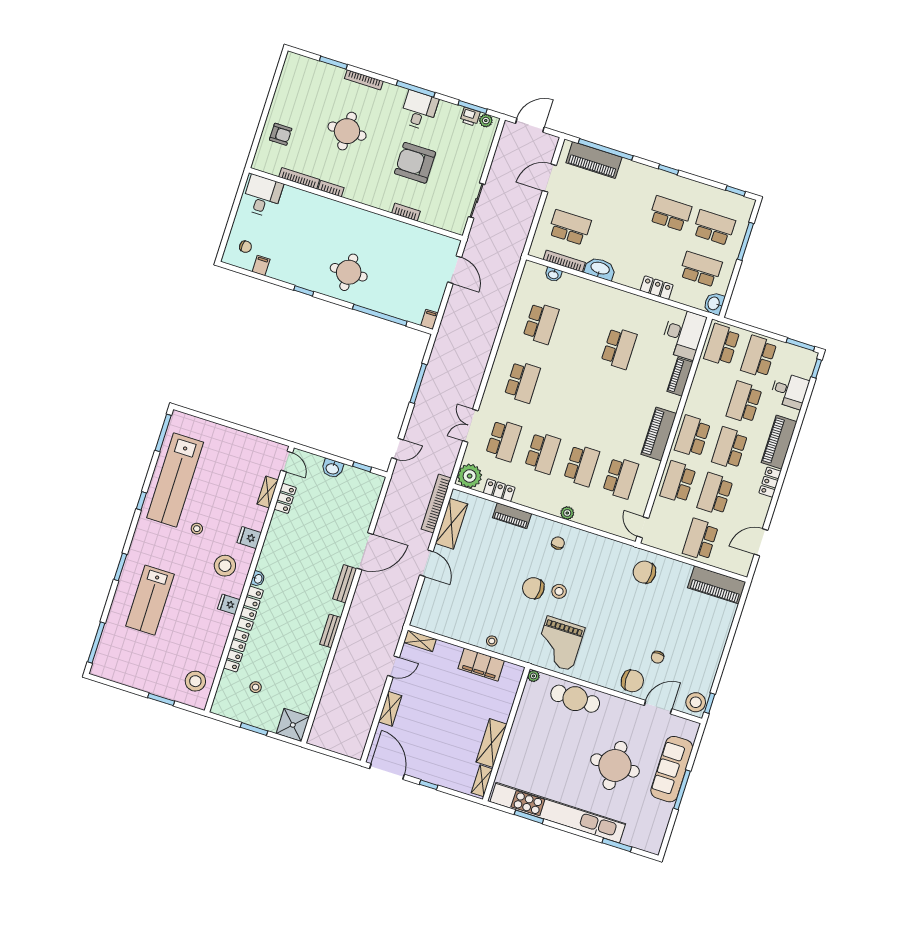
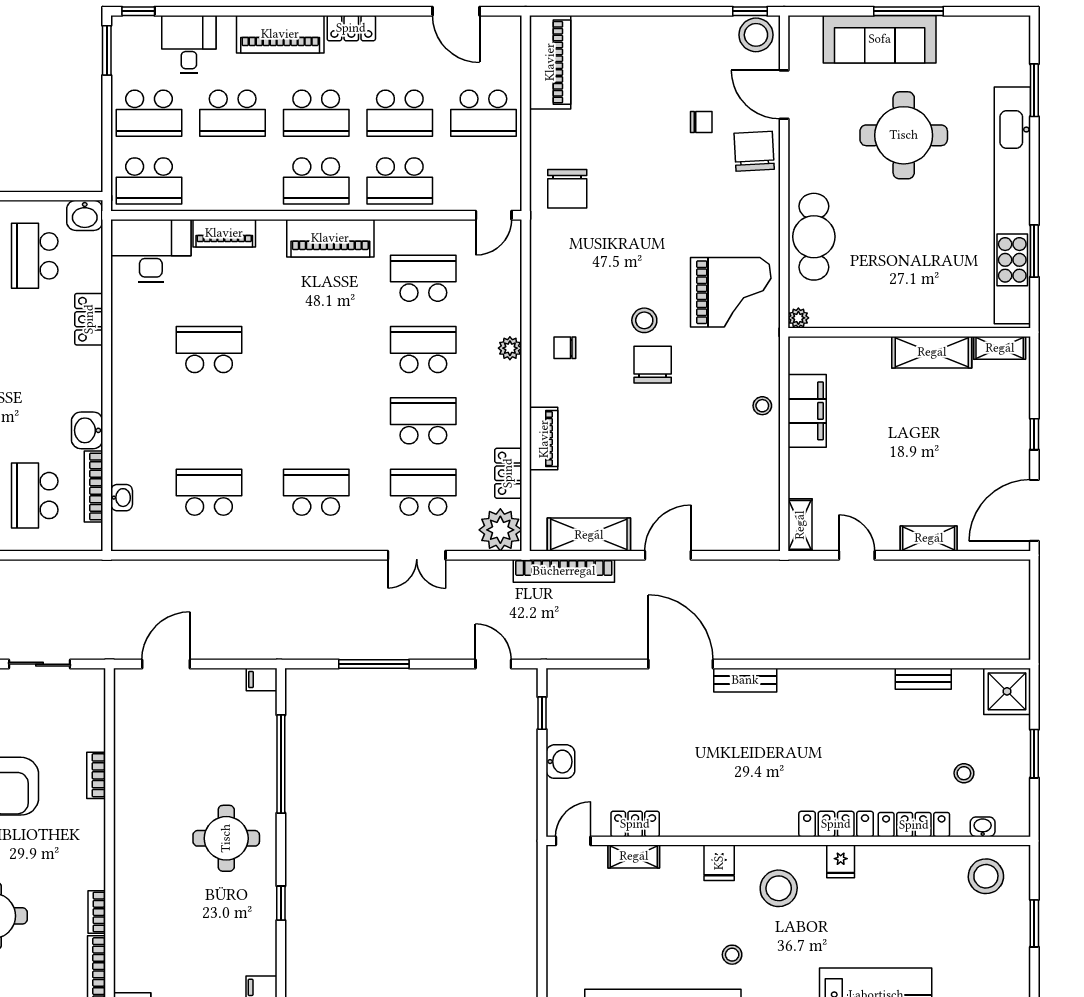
washbasin: (600, 269) -> (87, 430), width x0.72
washbasin: (258, 579) -> (983, 827), moved
chair: (533, 588) -> (653, 365), turned 180
bench: (330, 631) -> (923, 679), moved

